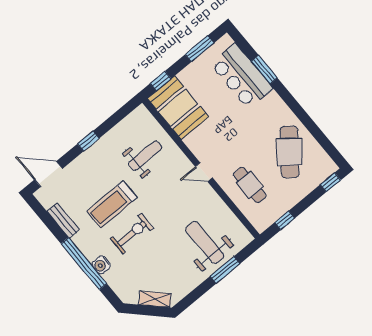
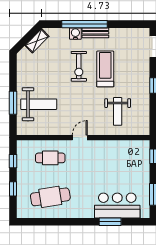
booth: (178, 108) -> (130, 154), removed
cafe table: (290, 152) -> (50, 197), turned -47
window: (331, 182) -> (13, 189), moved
bench: (63, 221) -> (95, 33), moved
shelving: (155, 299) -> (37, 41), moved

